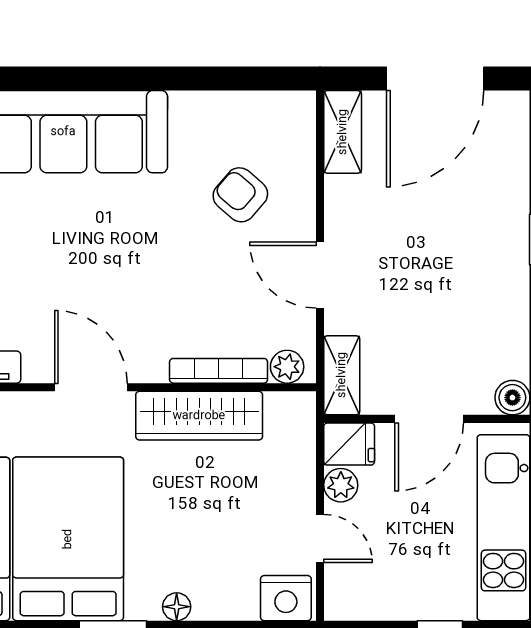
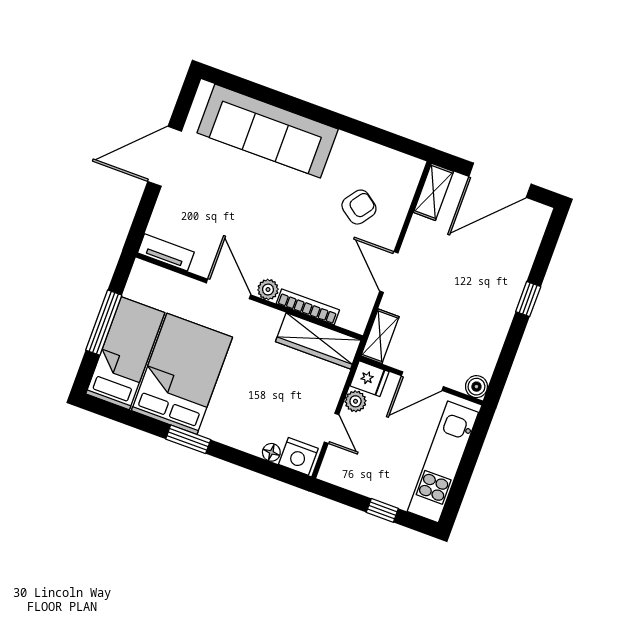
armchair: (240, 195) -> (359, 207), turned 85
plant: (287, 367) -> (268, 289), moved
wardrobe: (199, 416) -> (318, 341), moved
floor lamp: (177, 607) -> (271, 452), moved

